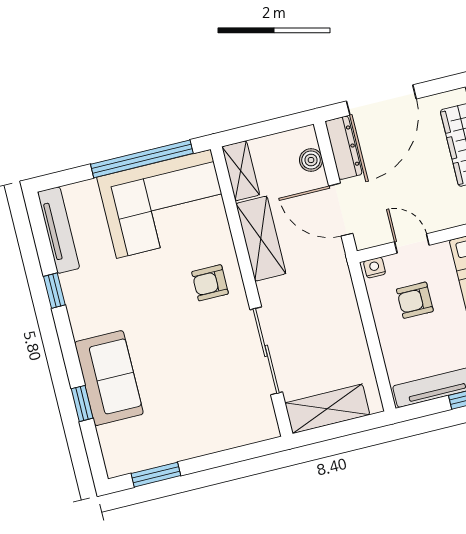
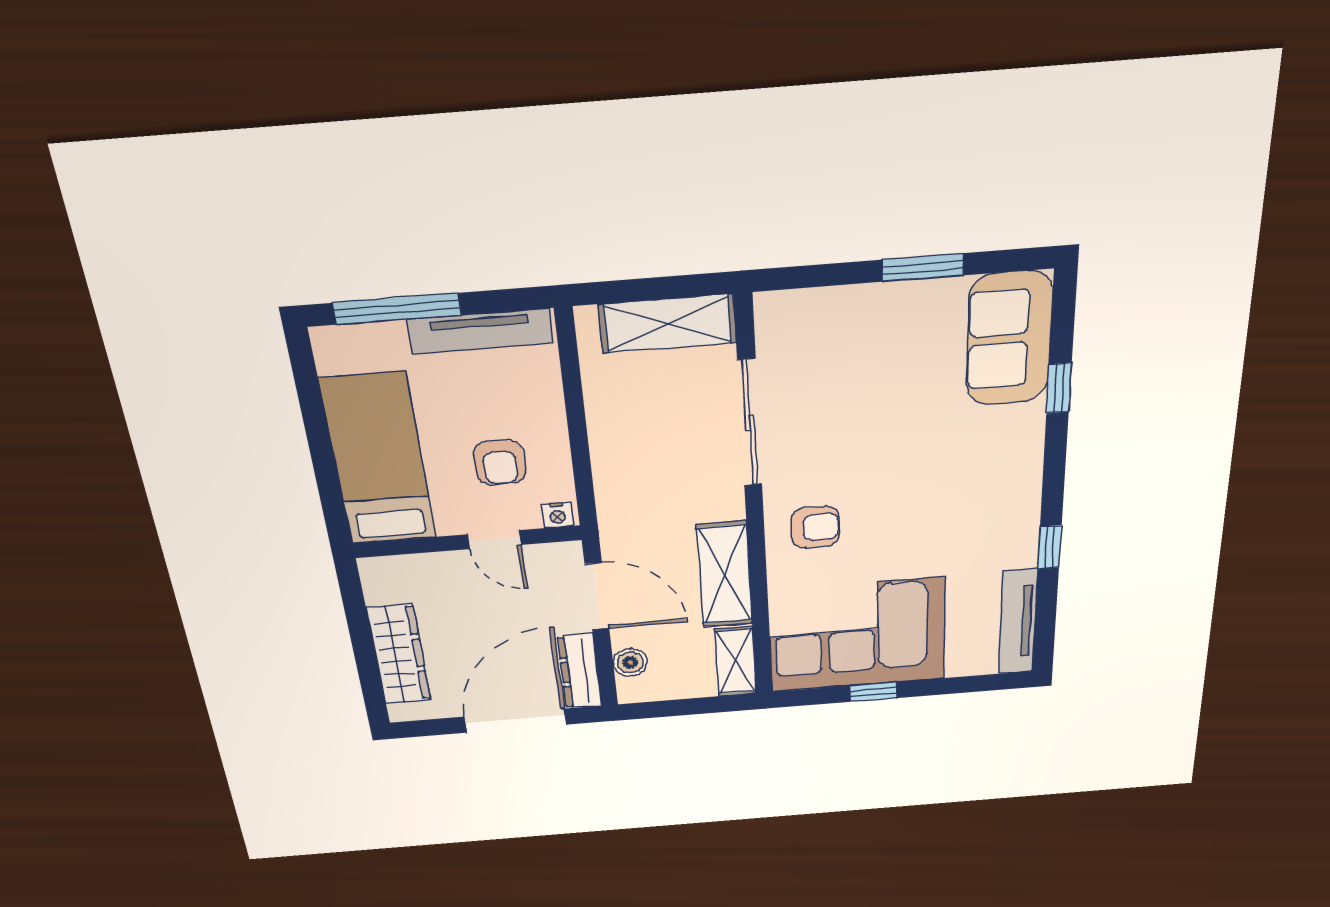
window: (142, 159) -> (873, 692), width x0.32
armchair: (415, 300) -> (500, 462), turned 90
sofa: (109, 378) -> (1009, 339), moved
window: (156, 475) -> (923, 268), moved

